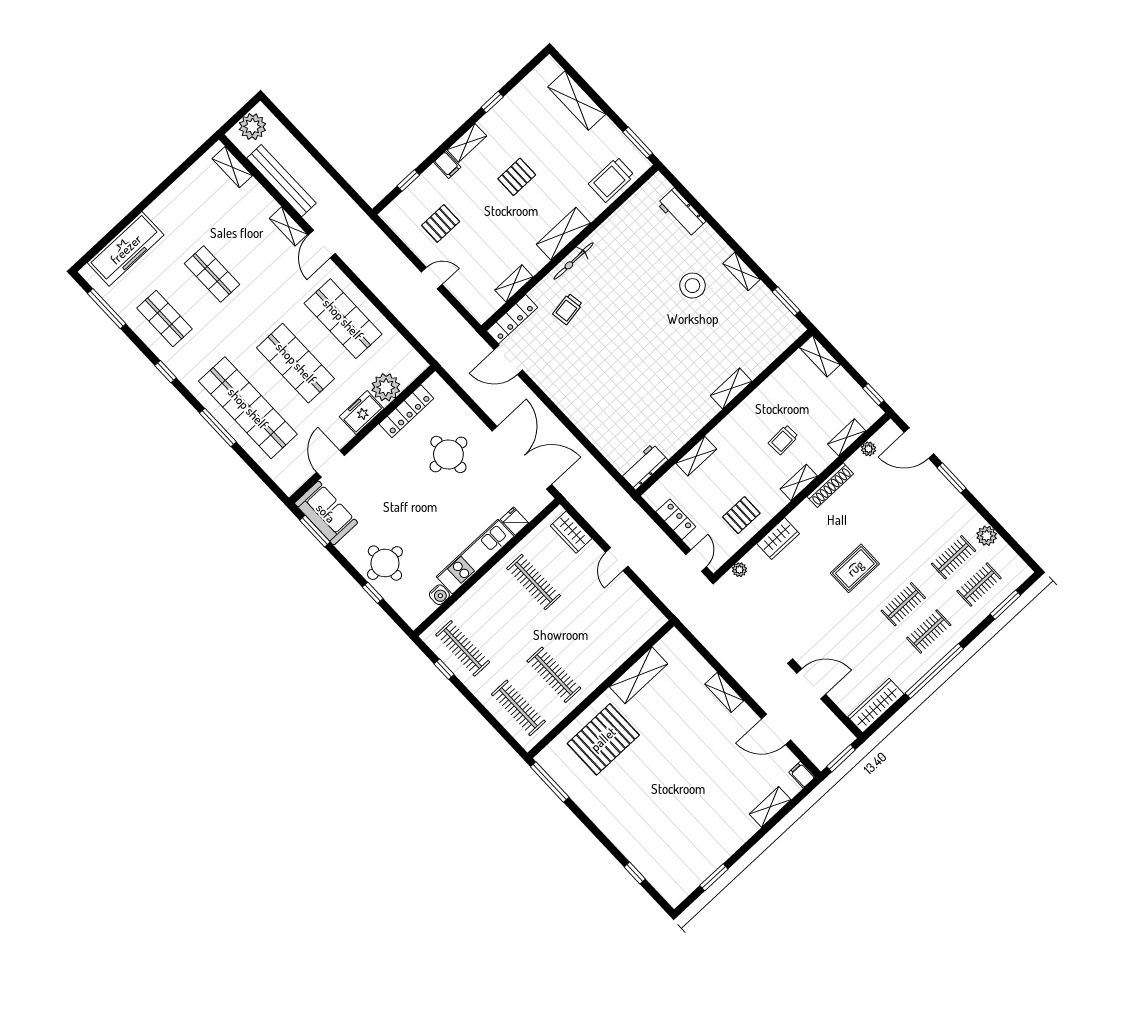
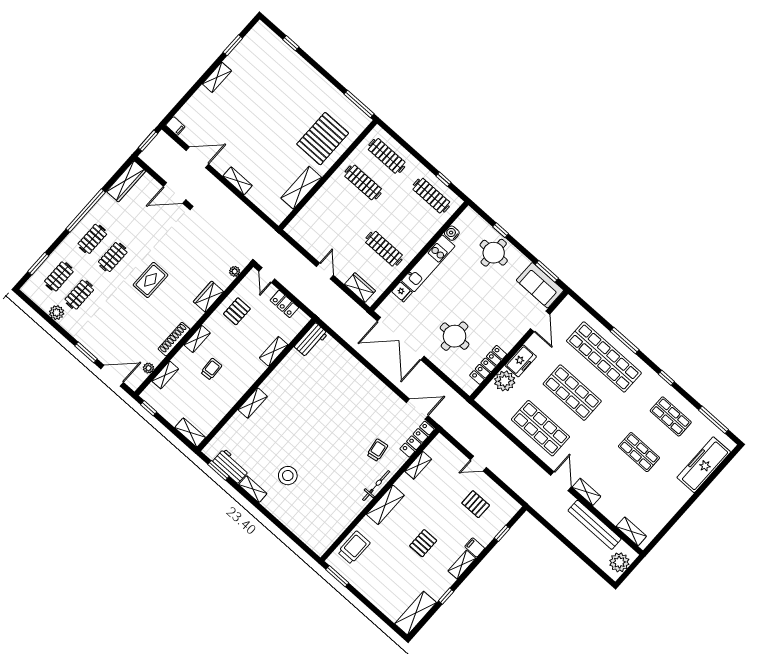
shelving: (577, 100) -> (416, 613), moved, turned 90
workbench: (681, 212) -> (231, 466), moved
pallet: (441, 223) -> (476, 504), turned 90
shelving: (770, 807) -> (217, 77), moved

